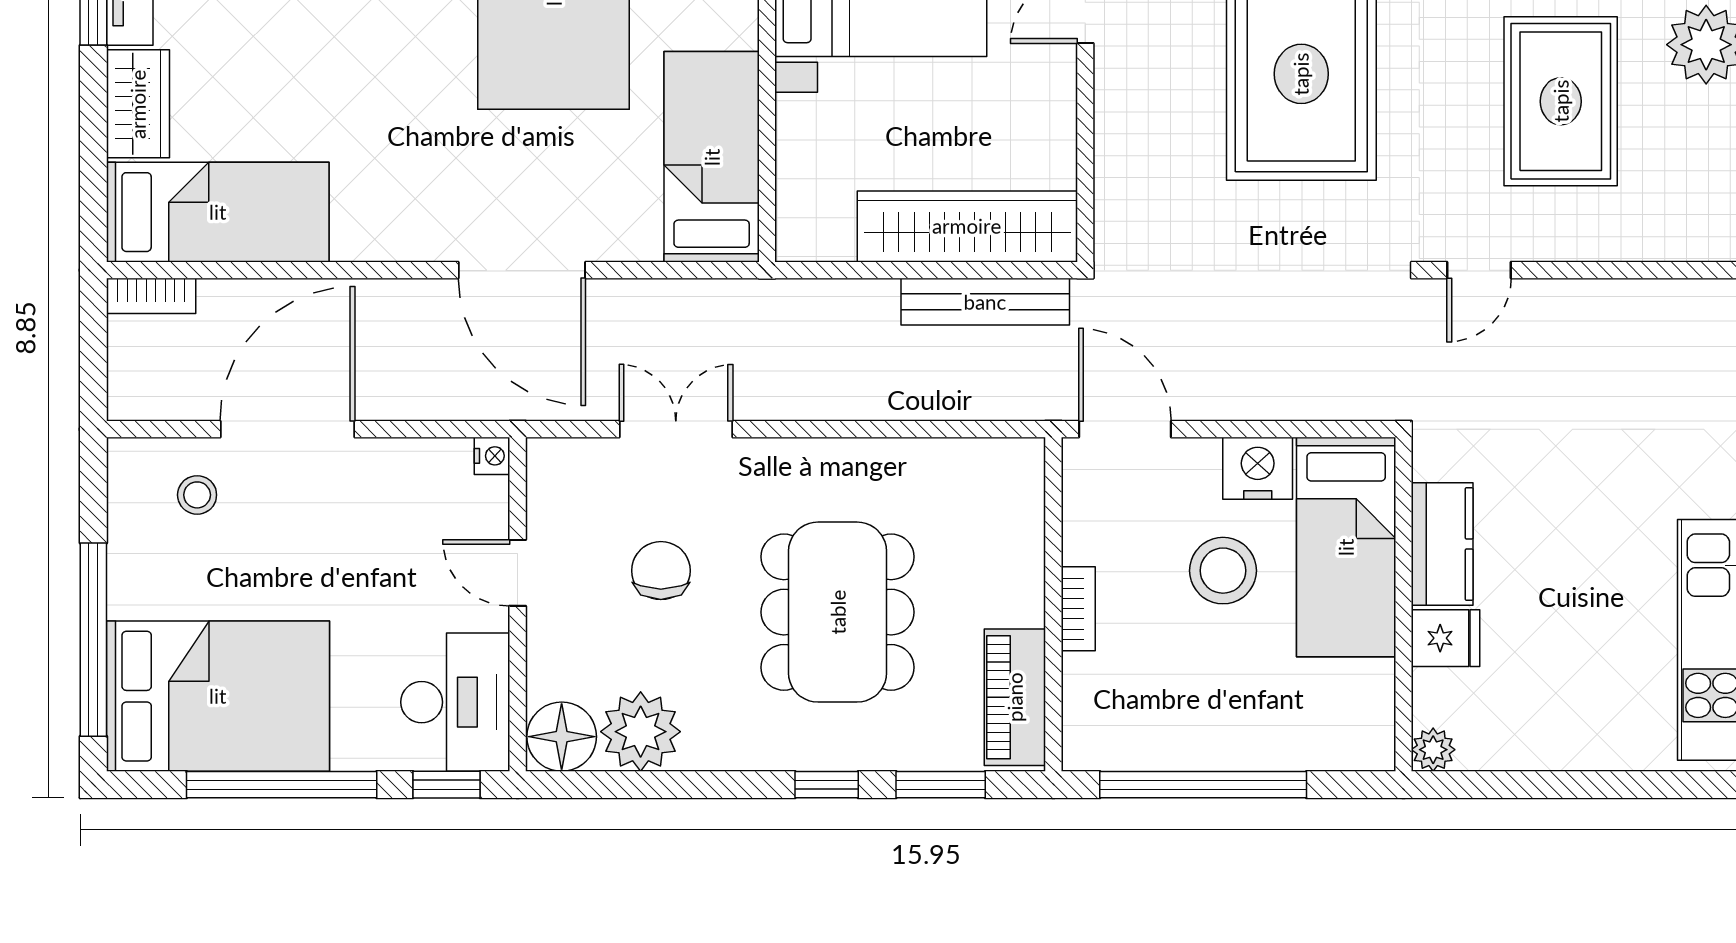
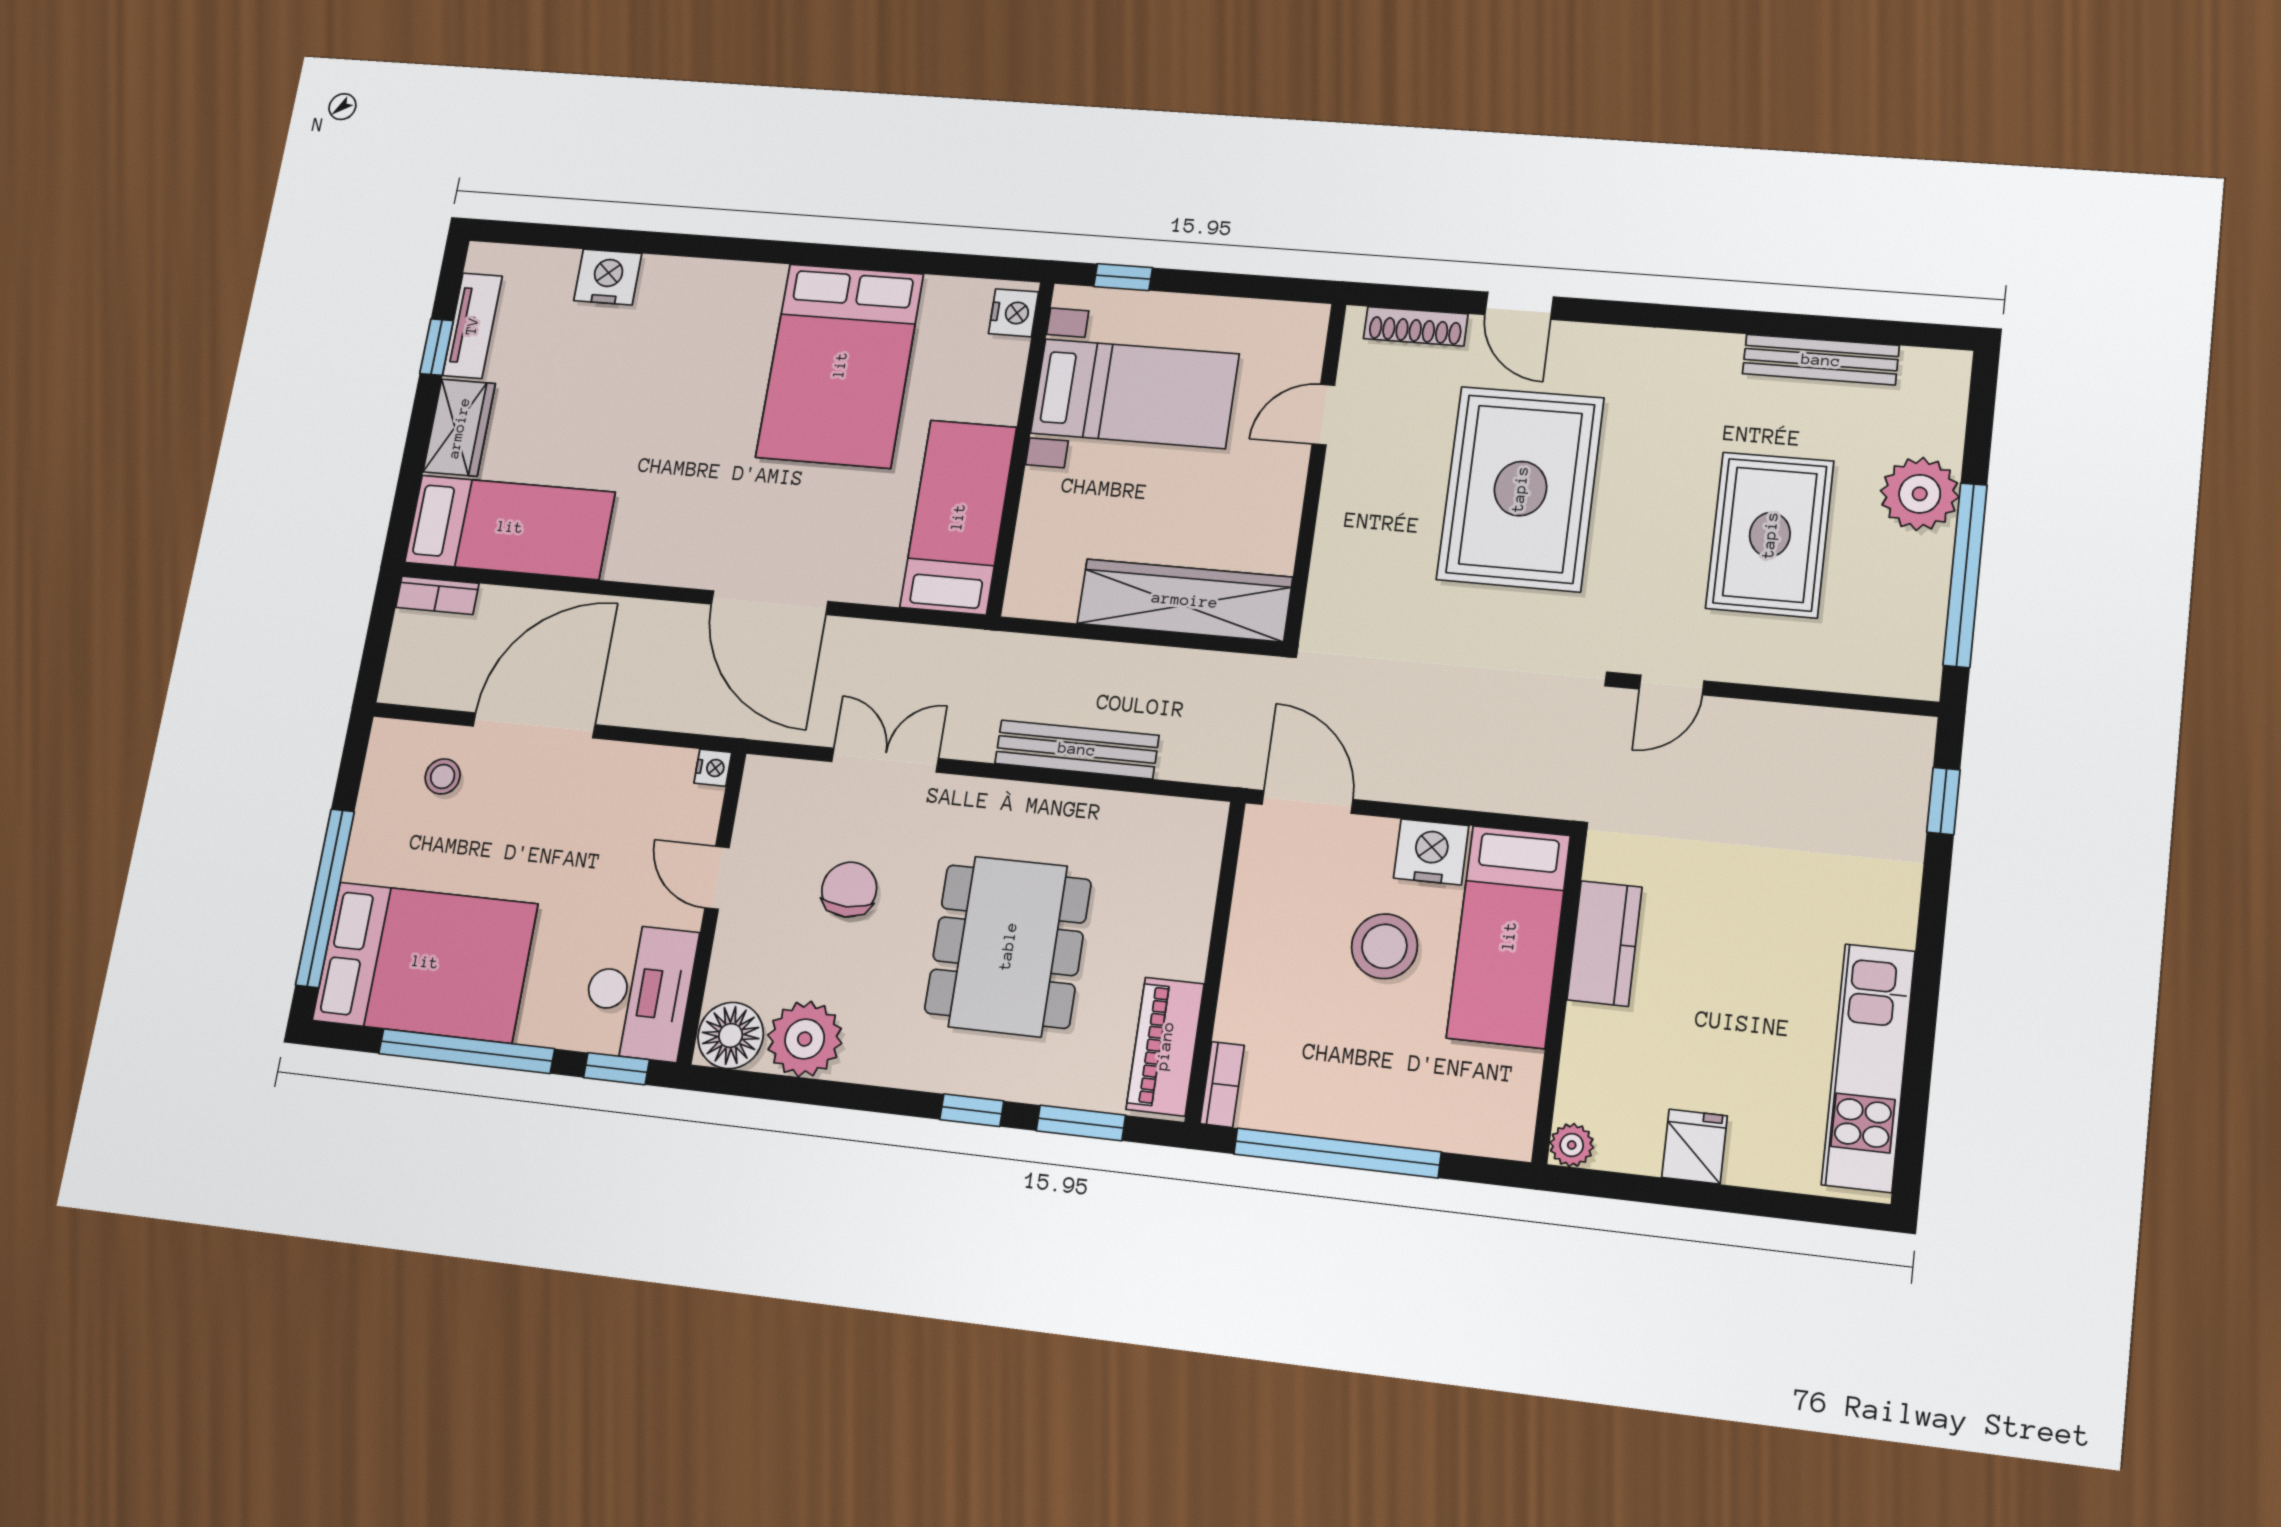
bench: (985, 302) -> (1077, 749), moved
bookcase: (1078, 609) -> (1222, 1084), moved
fridge: (1446, 638) -> (1695, 1147), moved, turned -90

